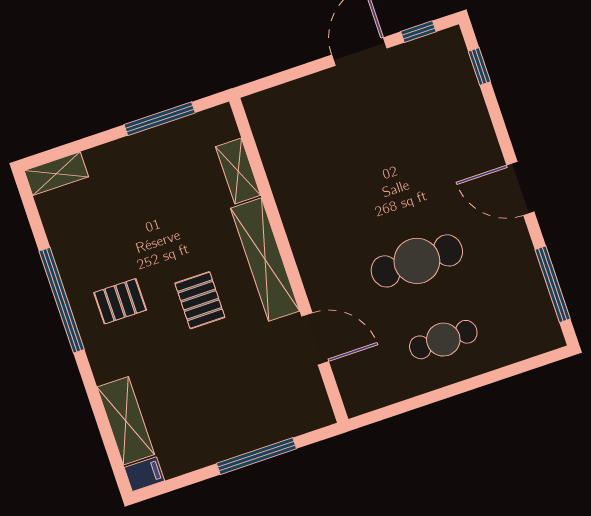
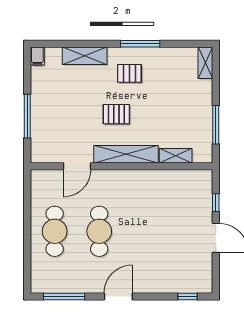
window: (418, 32) -> (216, 203), moved
window: (62, 300) -> (140, 44), width x0.68
pallet: (120, 301) -> (129, 73), turned 90
cafe table: (443, 340) -> (55, 231), width x1.37, depth x1.35
shelving: (126, 421) -> (85, 56), moved

